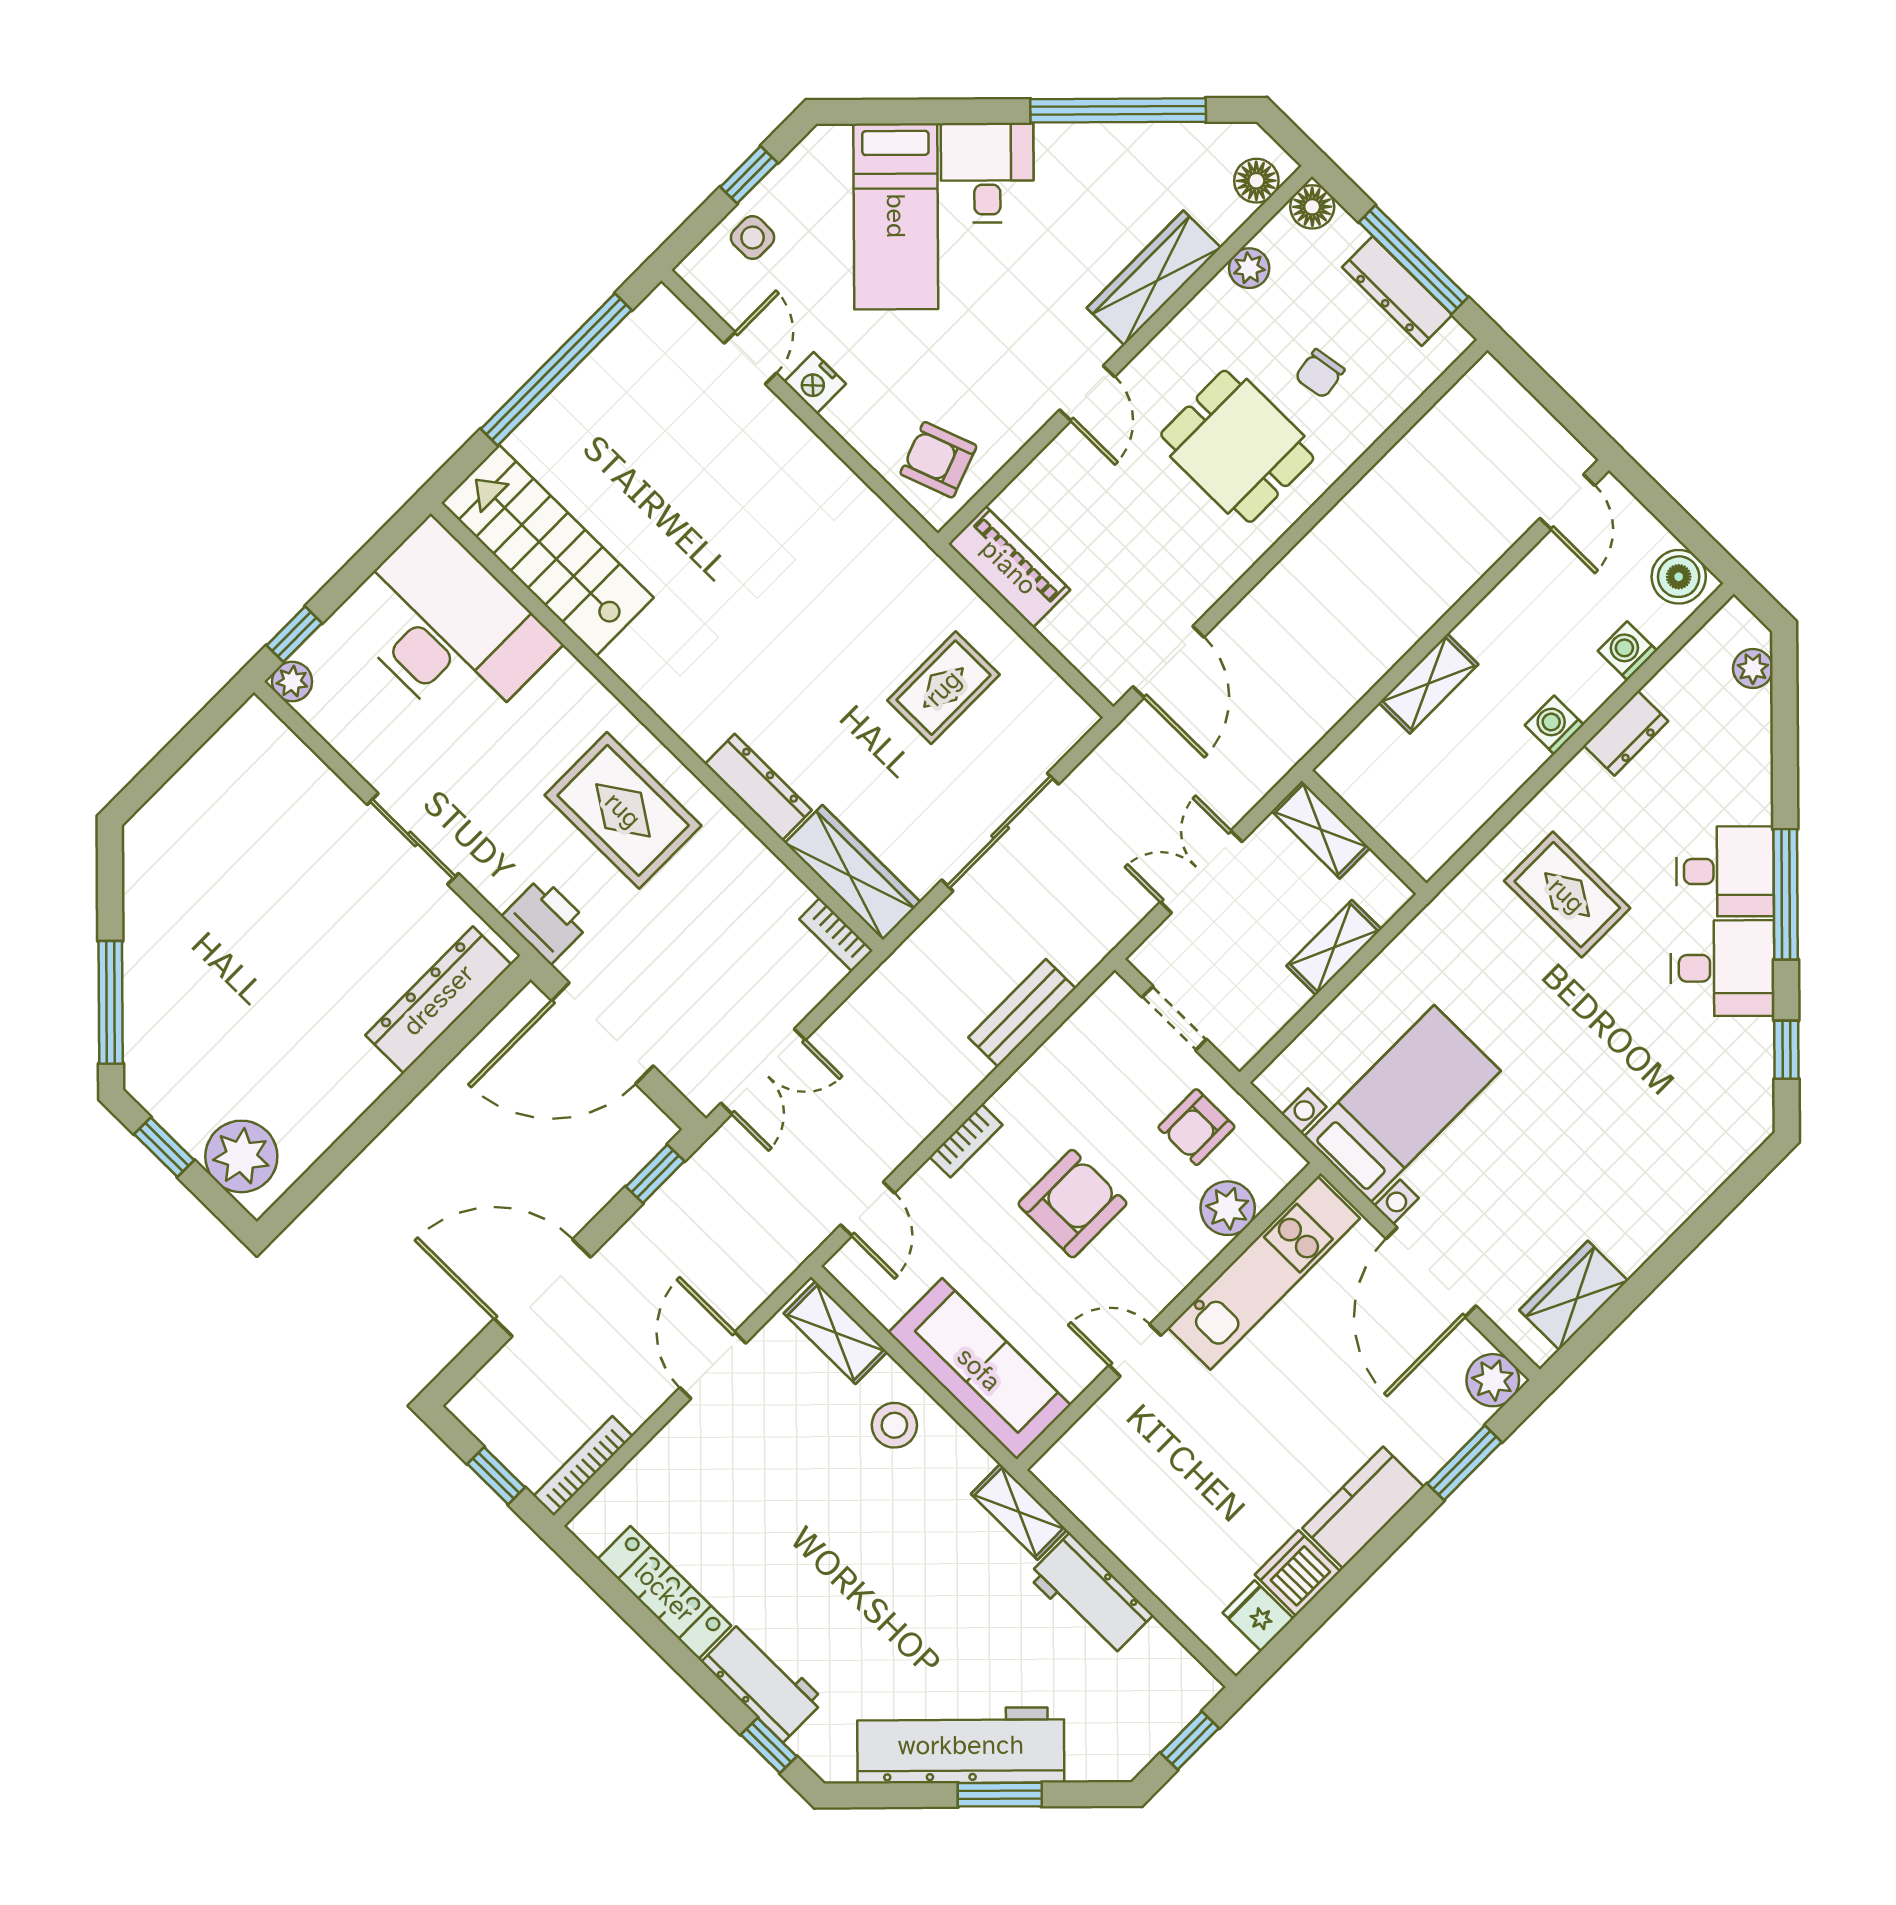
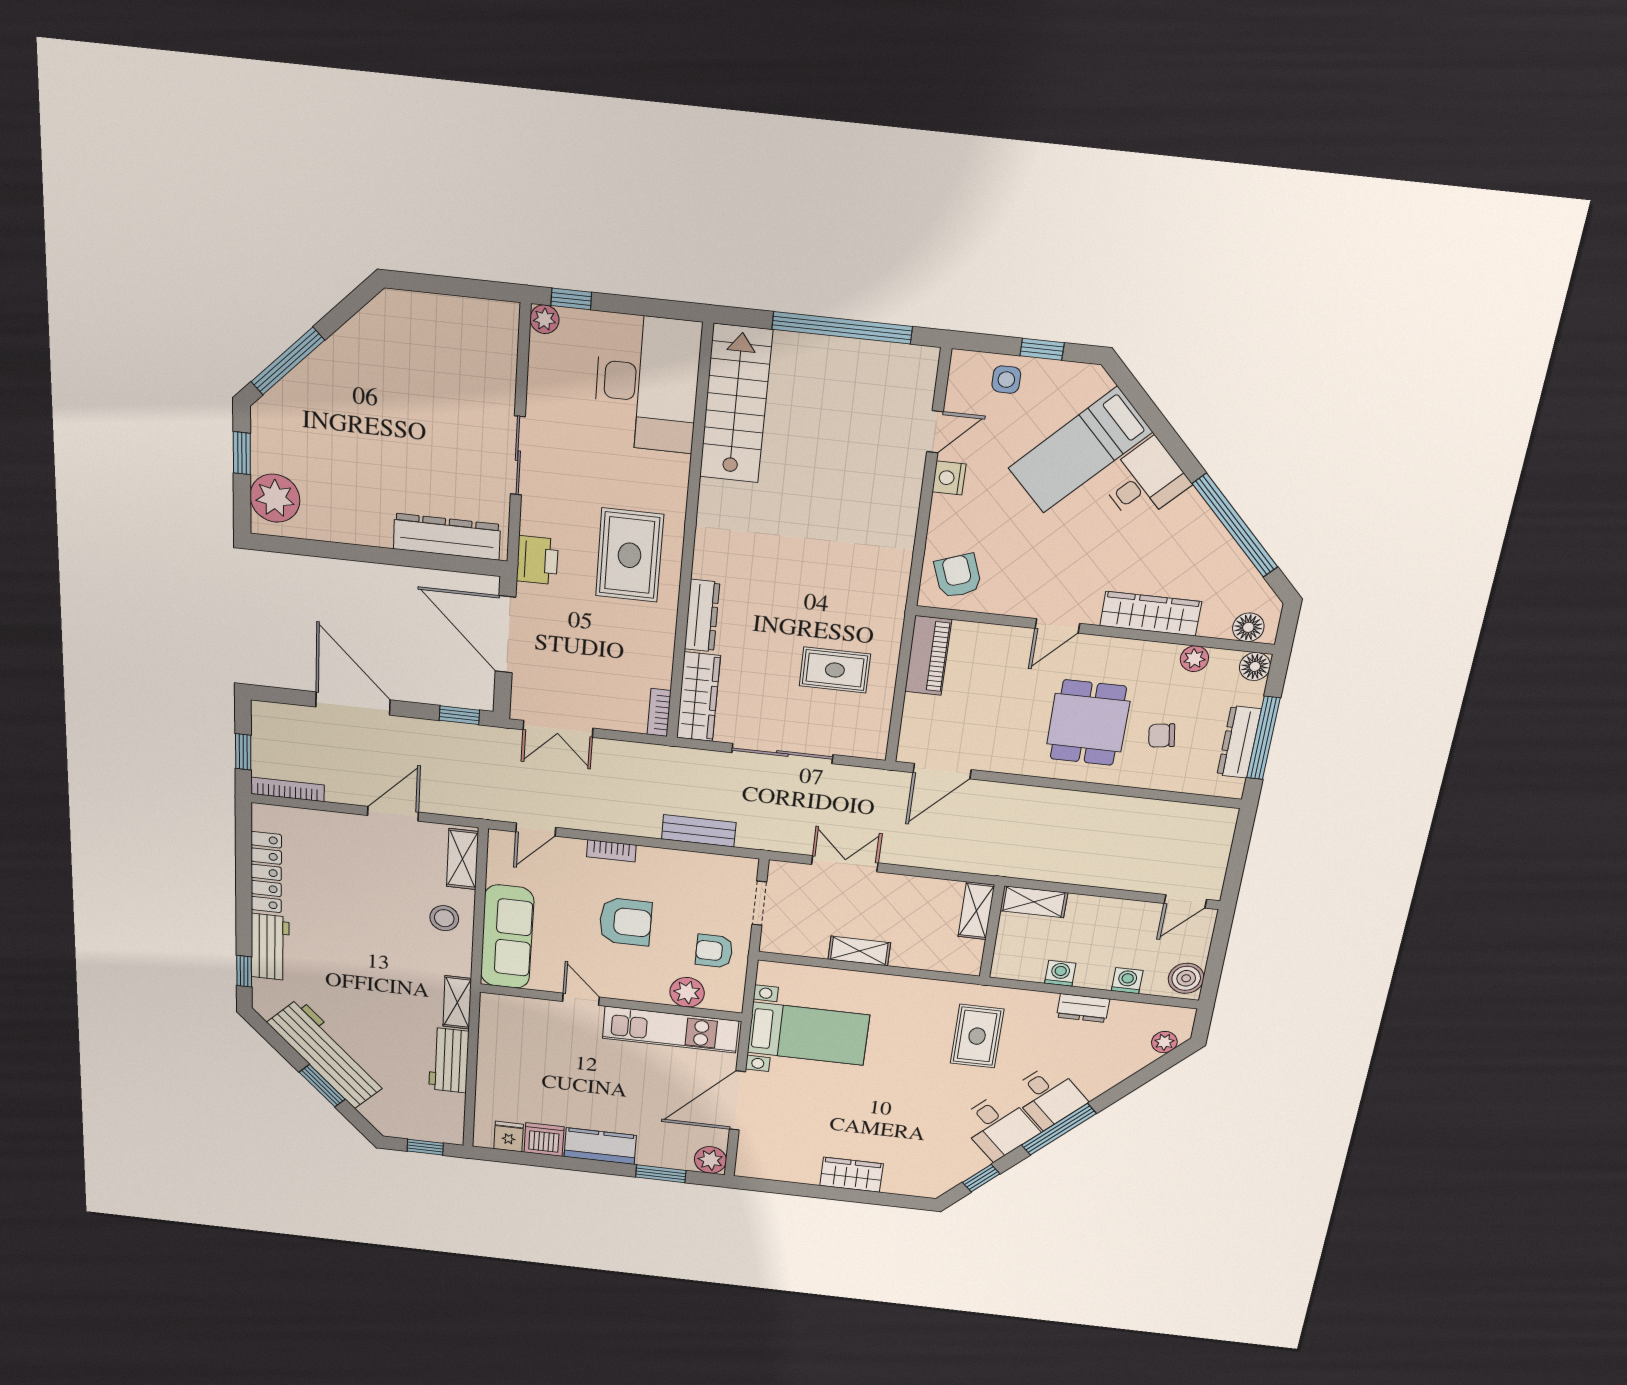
shelving: (1321, 829) -> (976, 911), moved
wall: (1364, 832) -> (992, 931), moved
wardrobe: (1574, 1295) -> (851, 1175), moved

